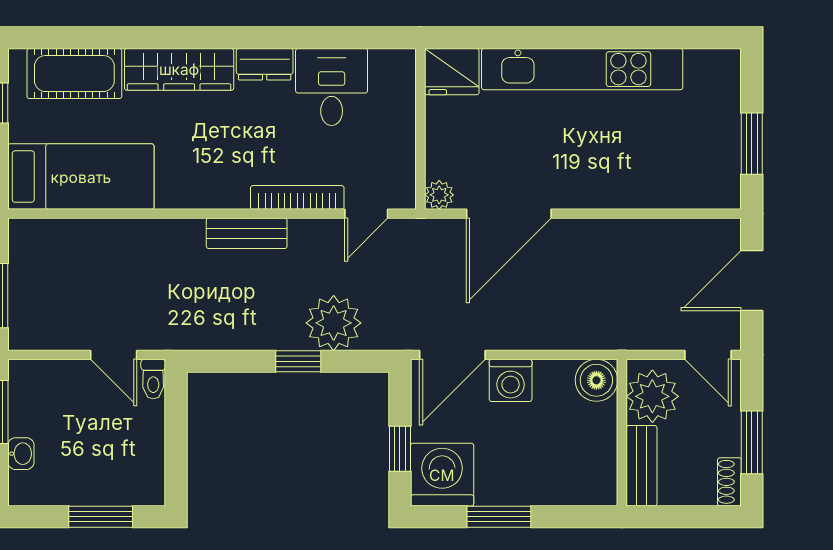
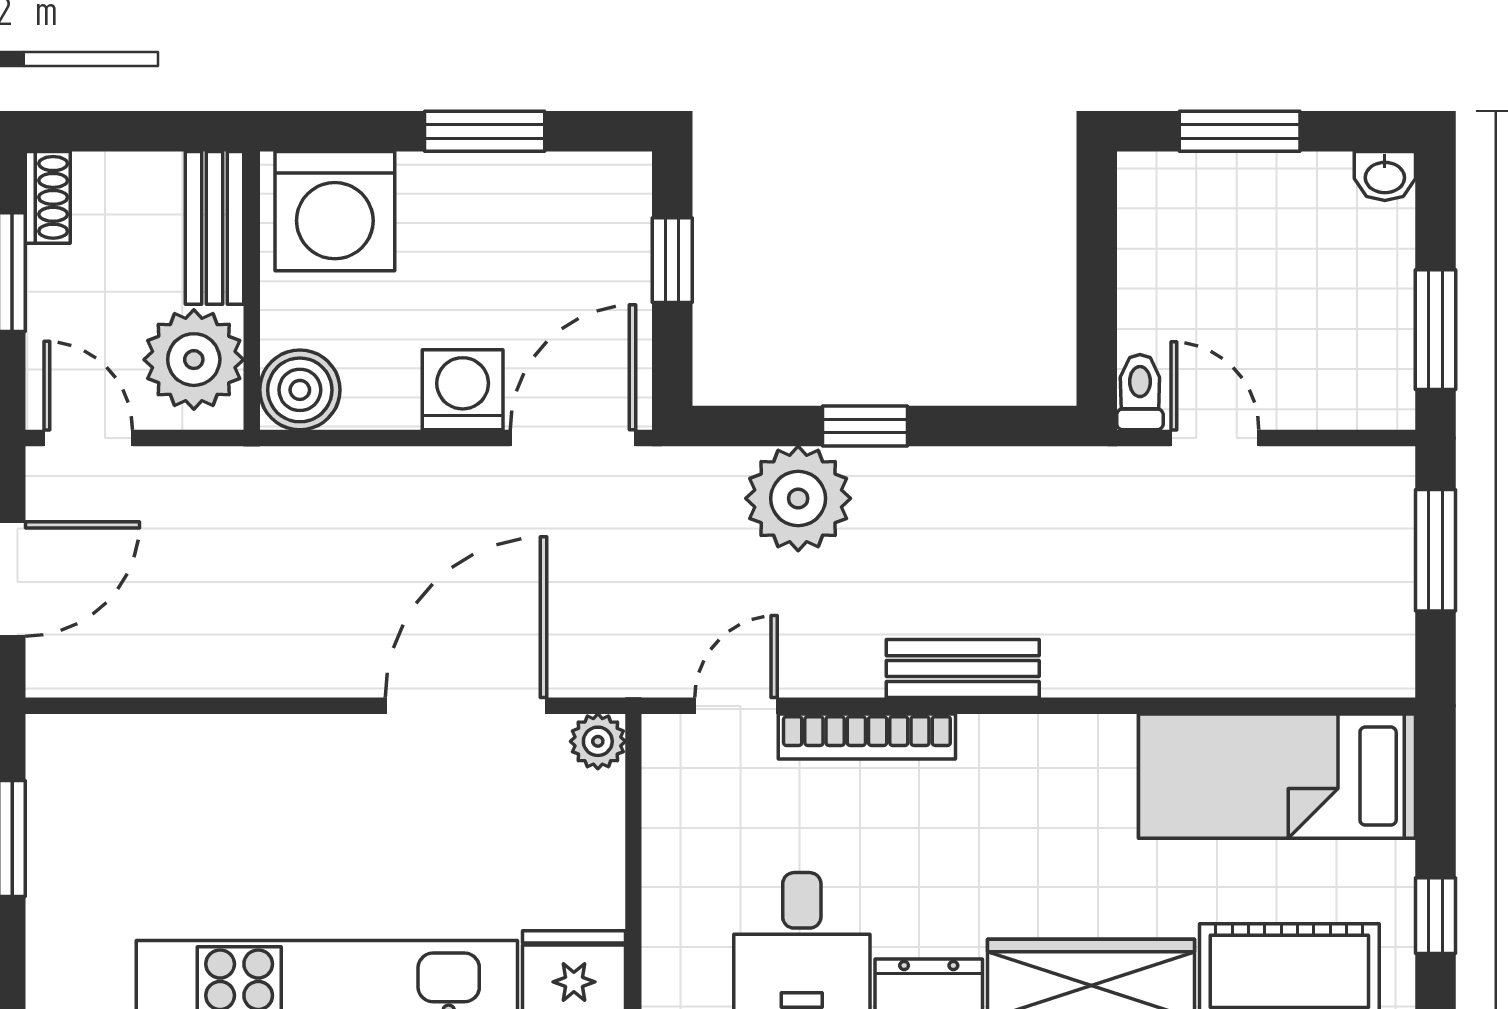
washbasin: (21, 454) -> (1385, 176), moved, turned -90
washing machine: (442, 475) -> (335, 211), moved

